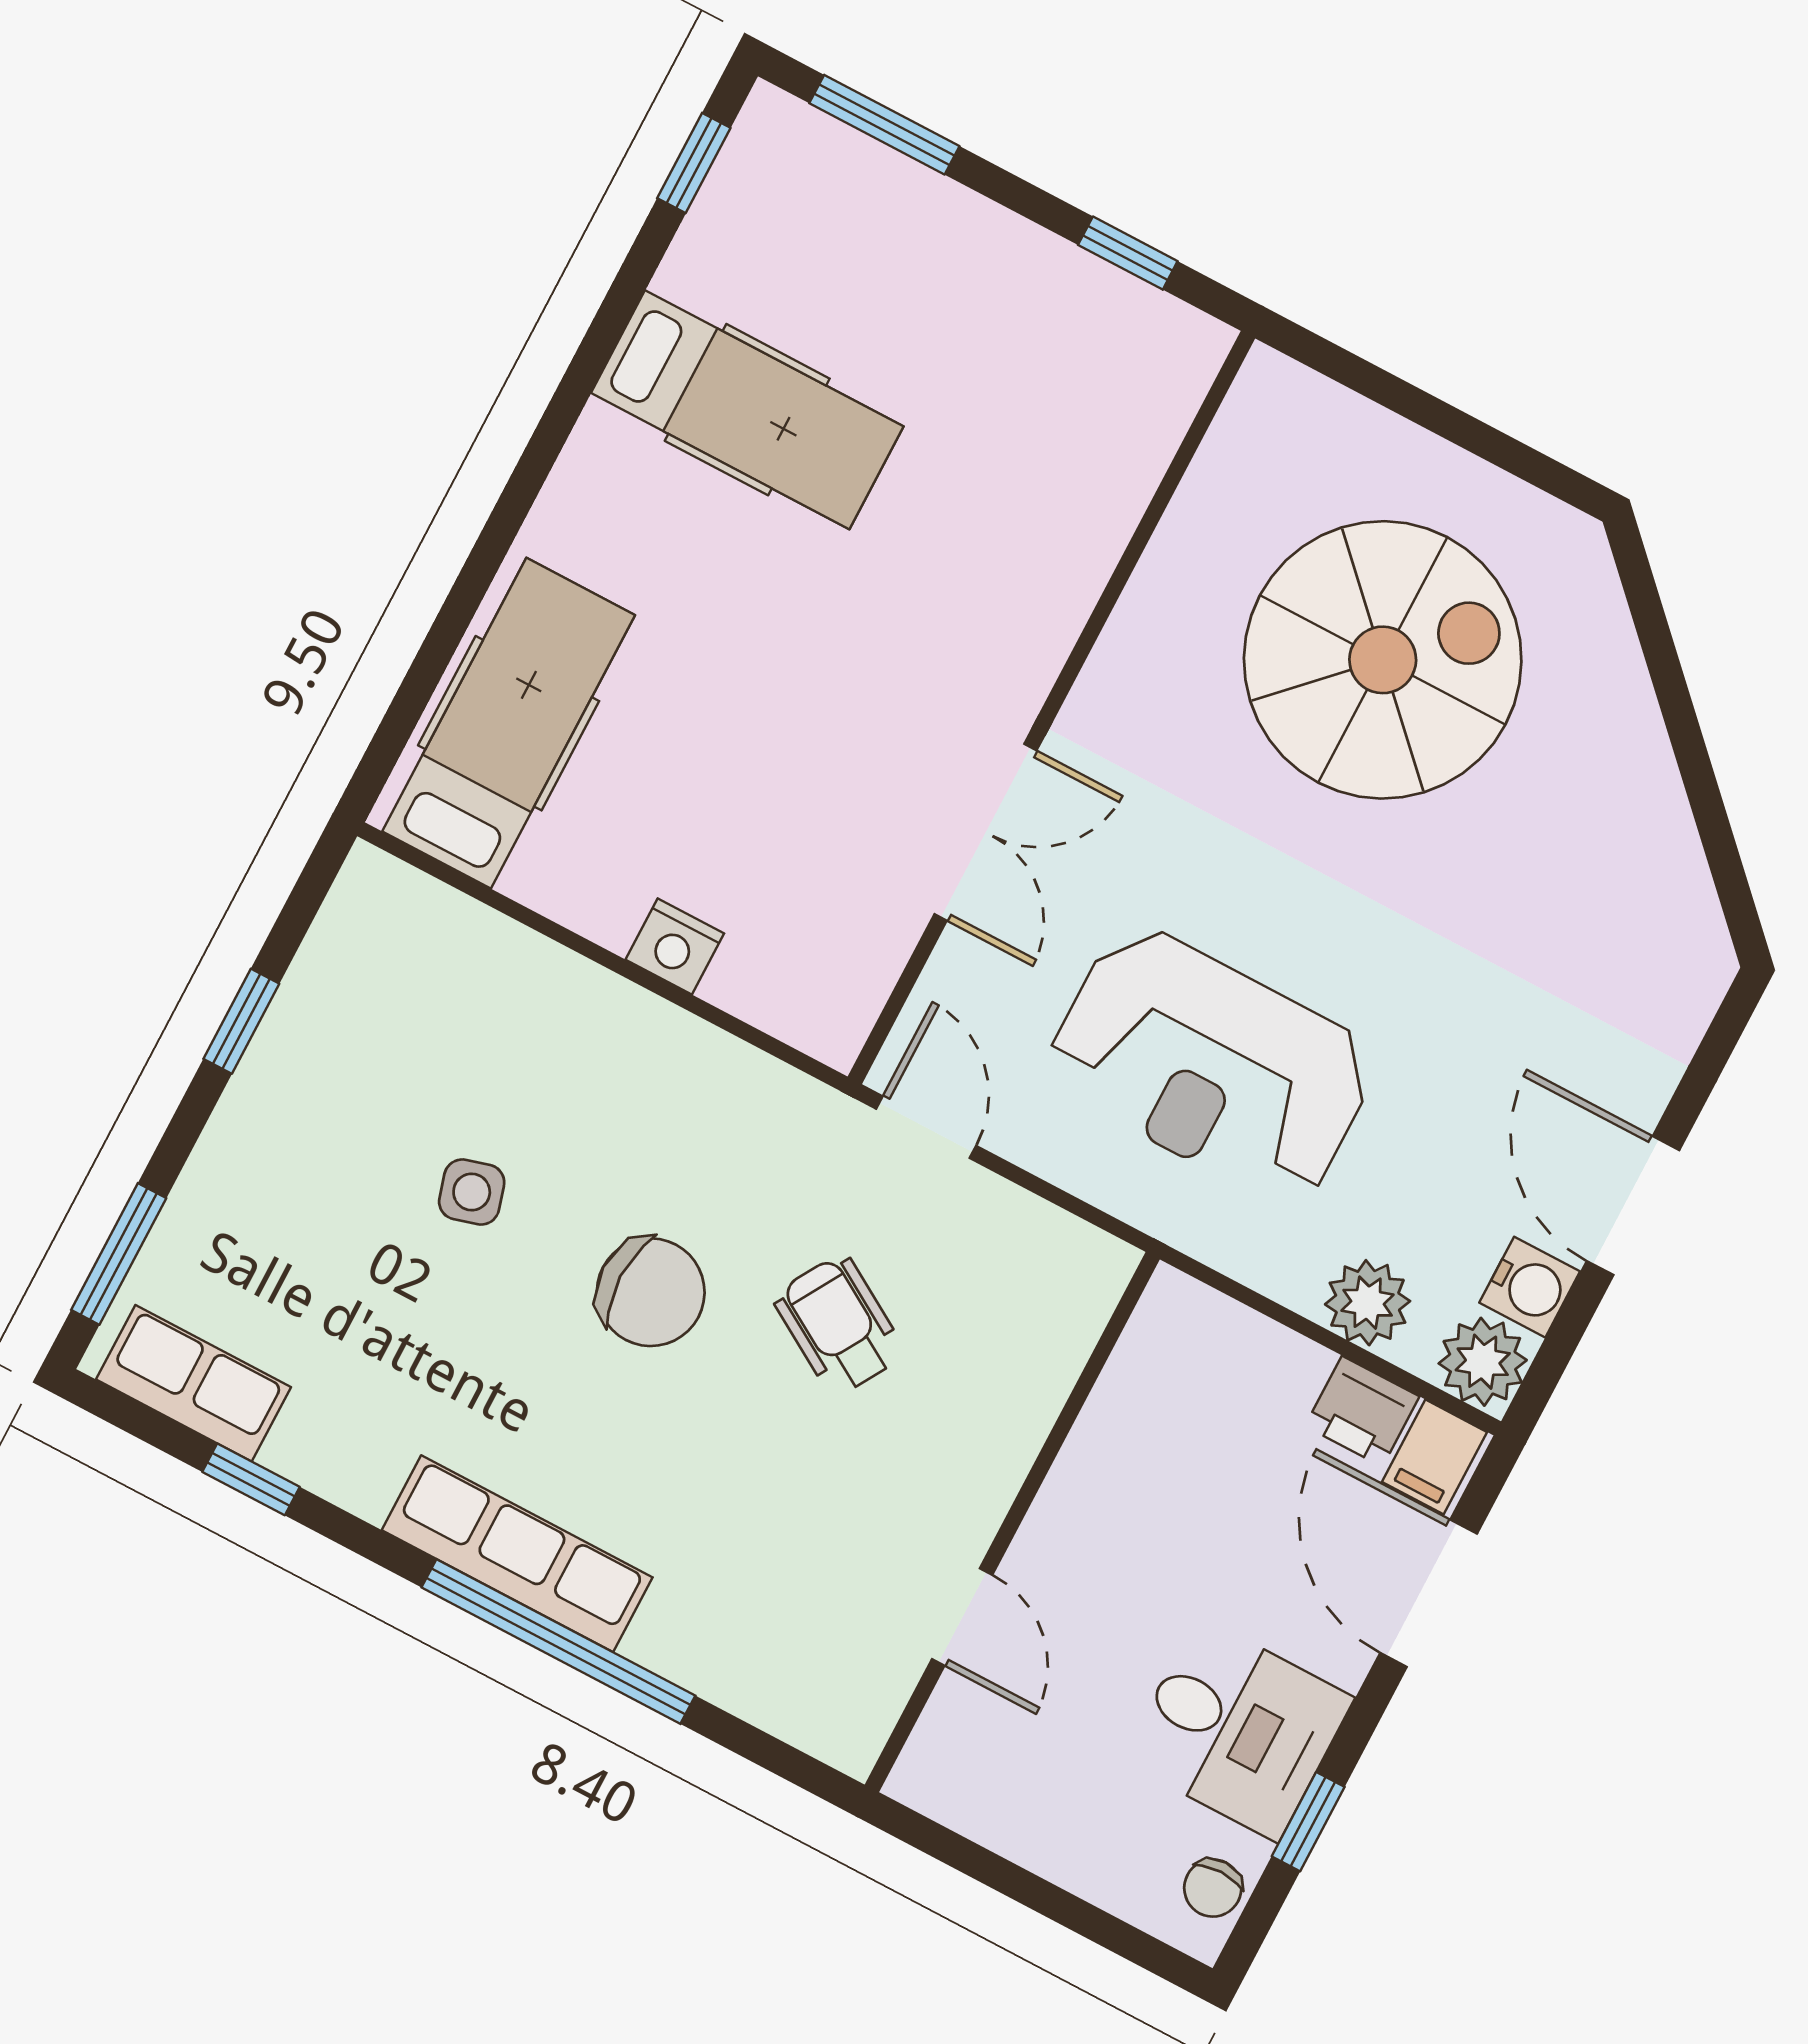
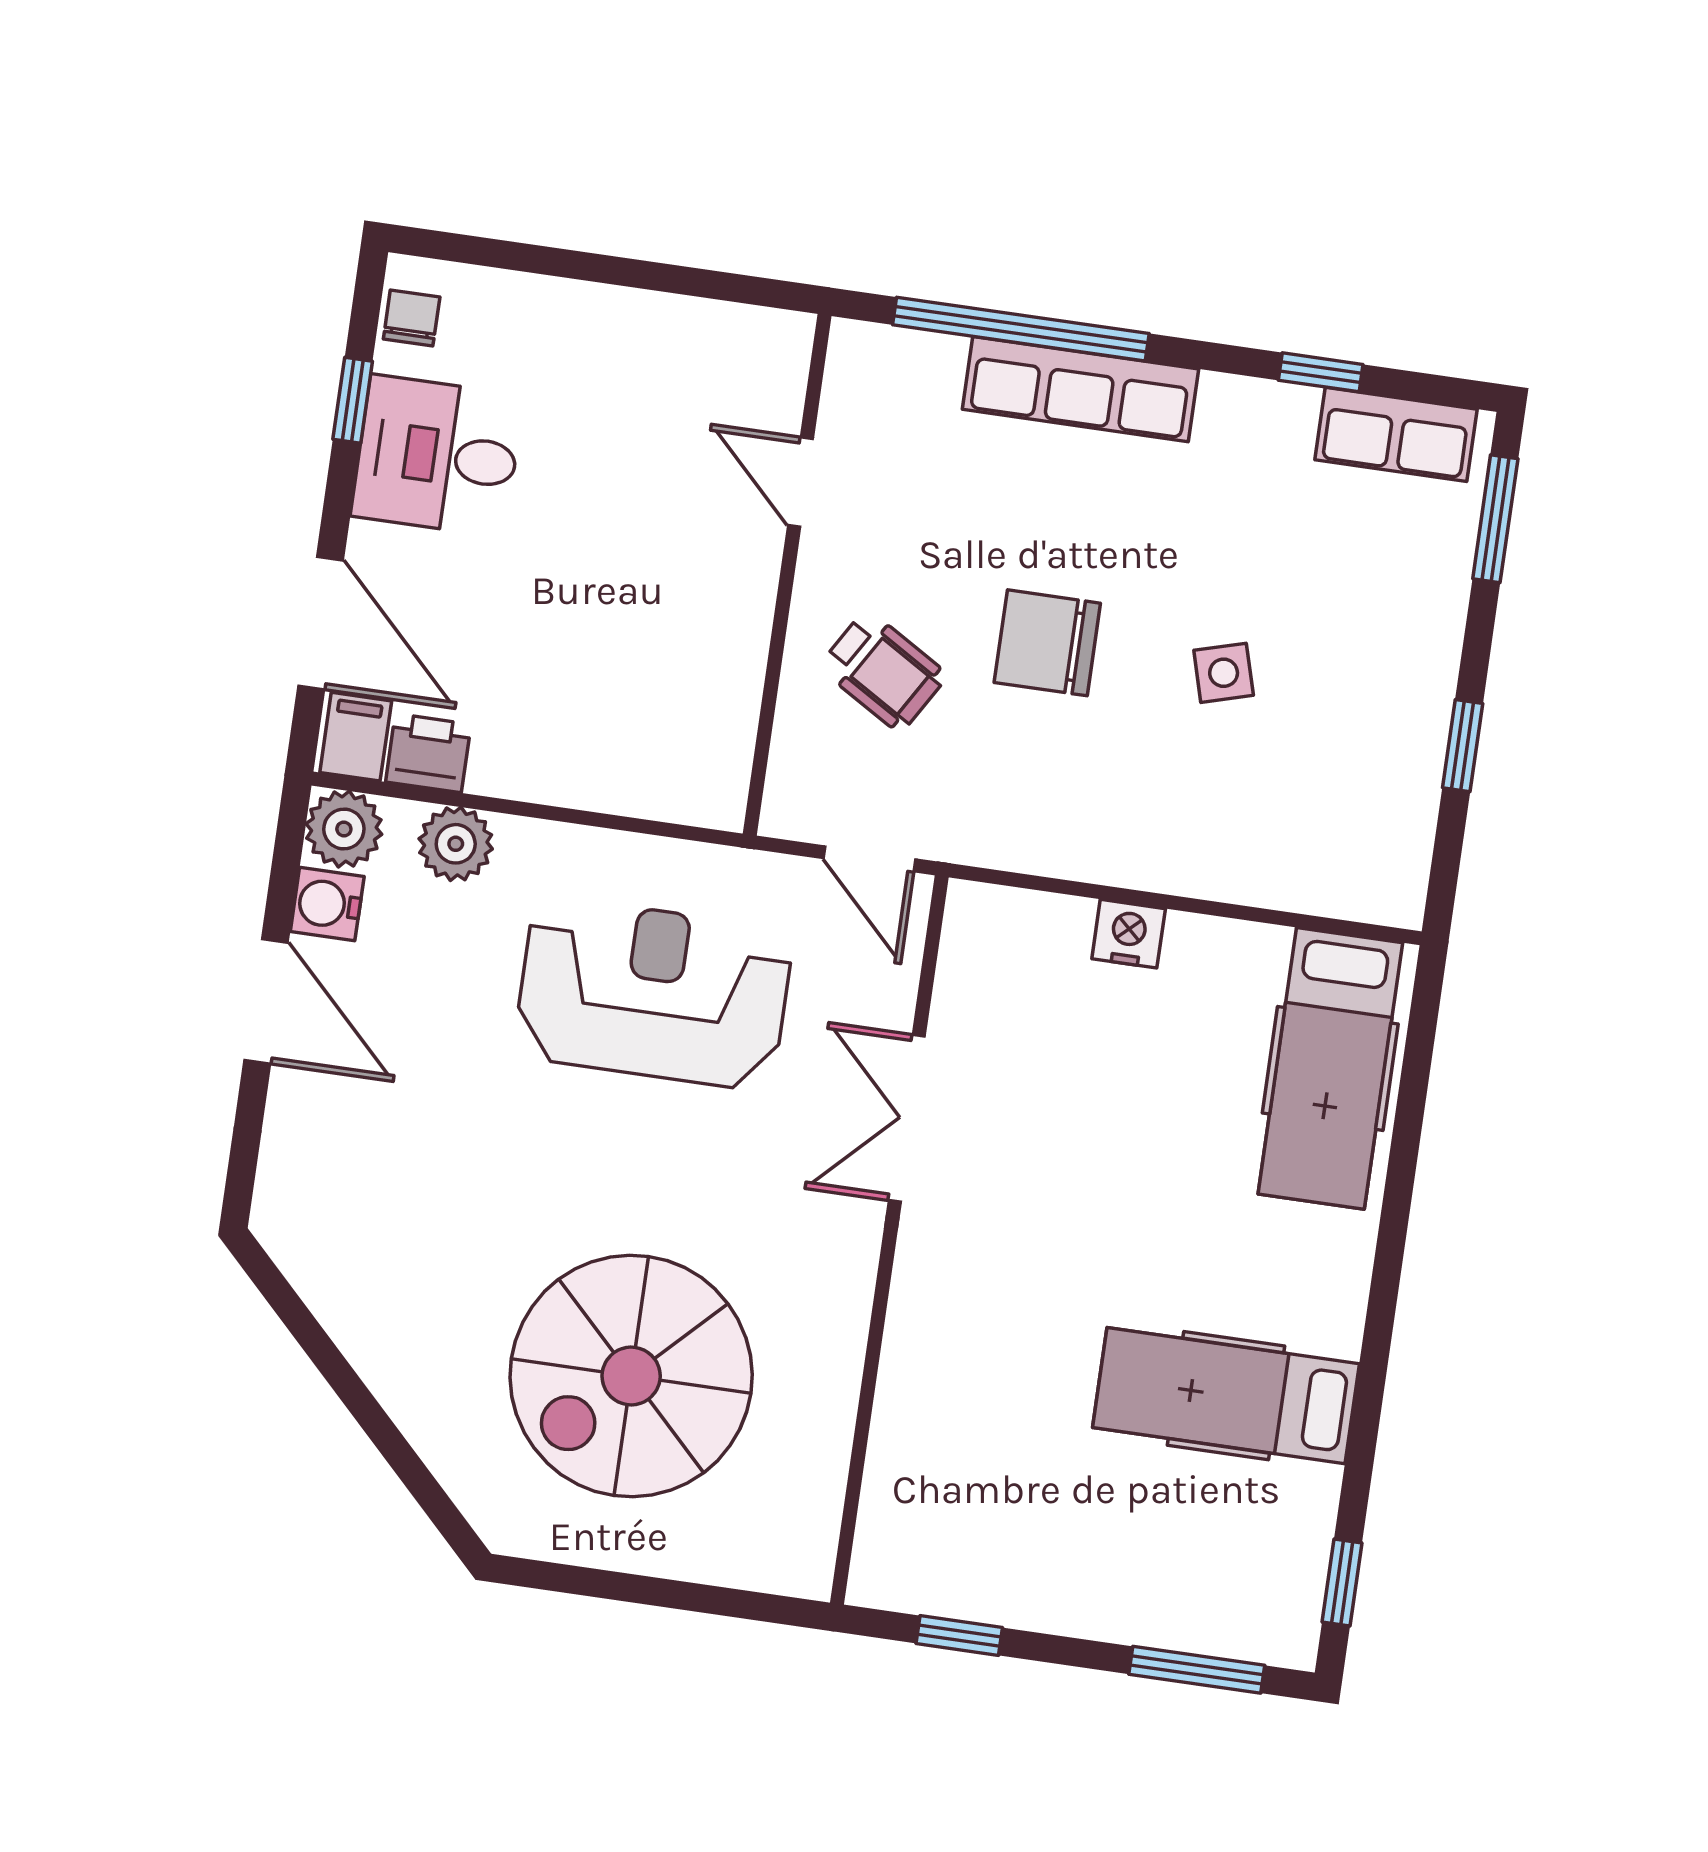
wall: (1012, 1522) -> (787, 575), moved
door: (962, 1617) -> (801, 482), moved

